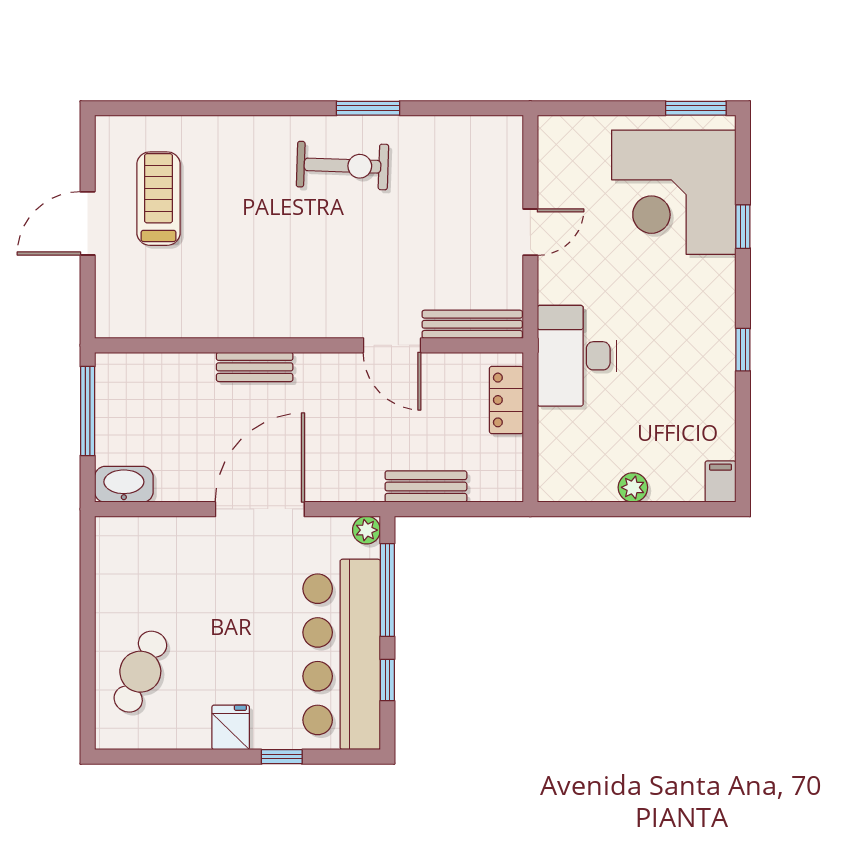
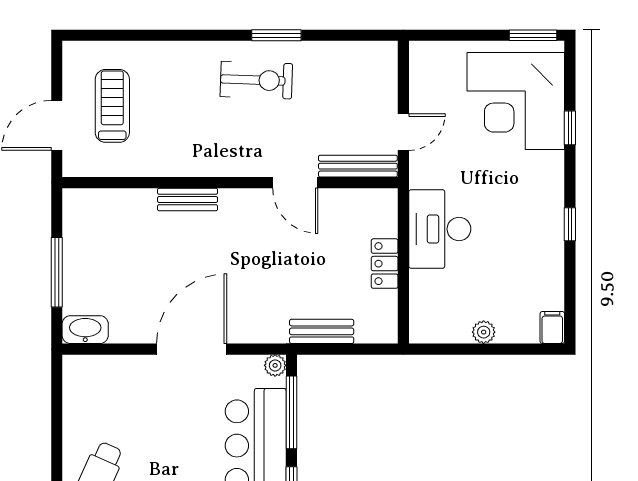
bench: (472, 324) -> (358, 166), moved
wall: (309, 345) -> (230, 183), moved
door: (392, 345) -> (295, 183), moved
bench: (255, 367) -> (188, 199), moved

